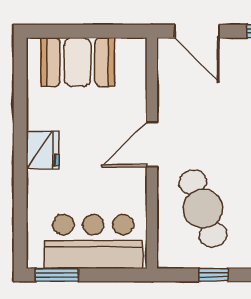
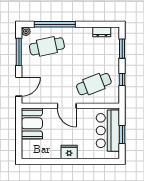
booth: (78, 62) -> (32, 123), moved
window: (57, 275) -> (122, 134), moved

